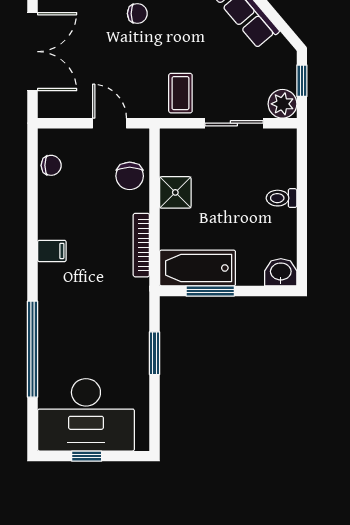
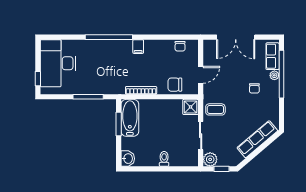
shower: (175, 192) -> (191, 107), moved
window: (33, 349) -> (109, 37), moved
window: (155, 353) -> (88, 97), width x1.44
window: (87, 456) -> (38, 79), moved

